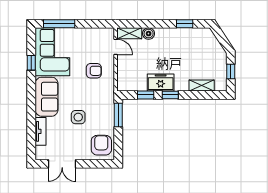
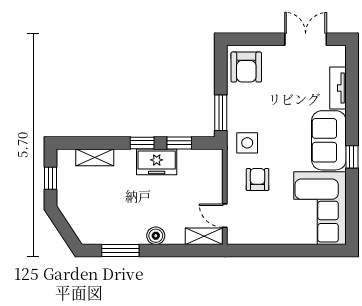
window: (59, 24) -> (310, 250), removed
window: (185, 24) -> (120, 250), width x1.50
boiler: (149, 34) -> (156, 236), moved
window: (31, 63) -> (352, 157), moved
armchair: (94, 71) -> (258, 179), turned 90
side table: (78, 117) -> (247, 143), moved

